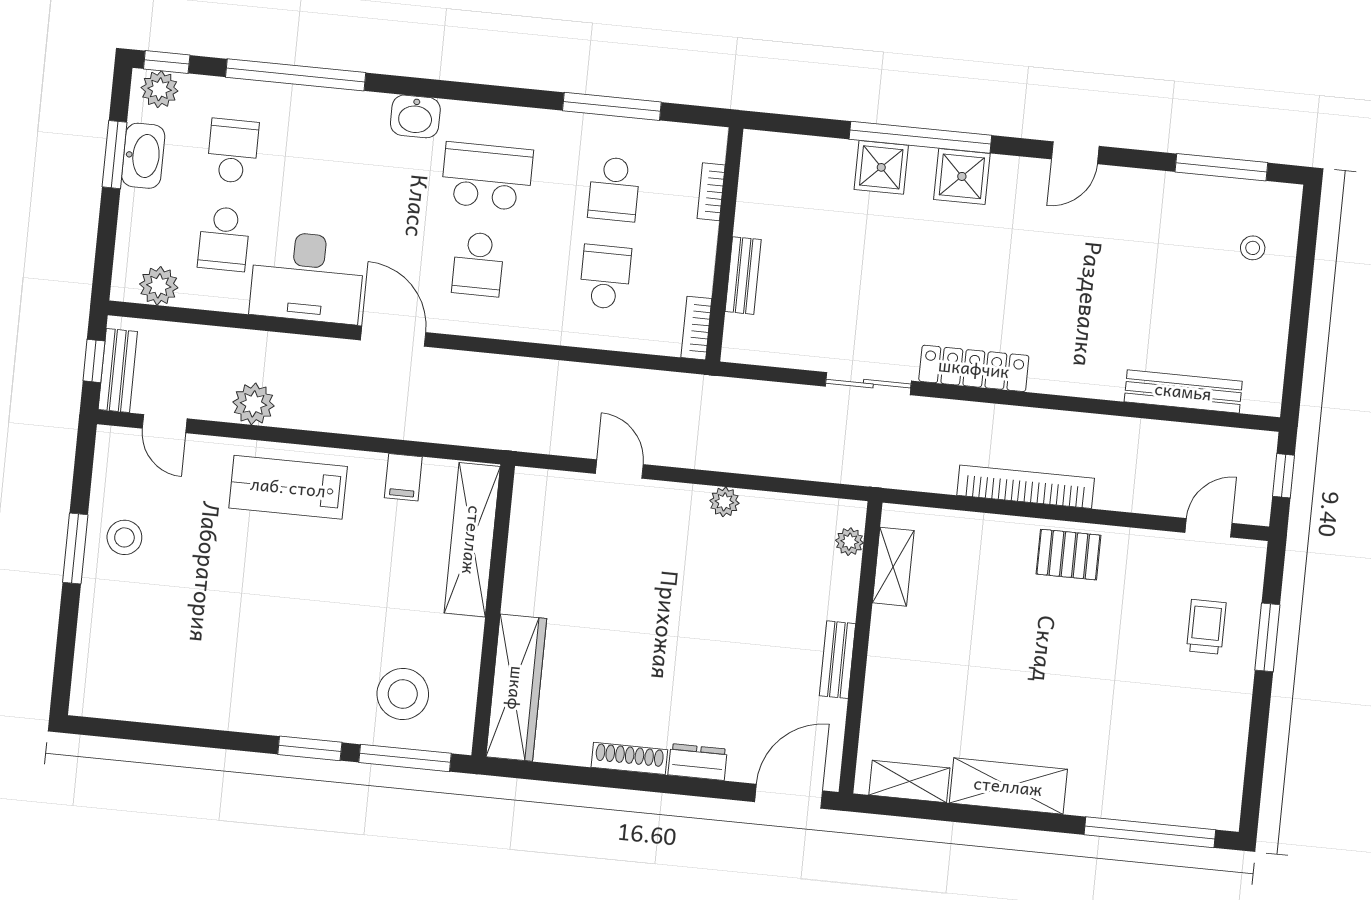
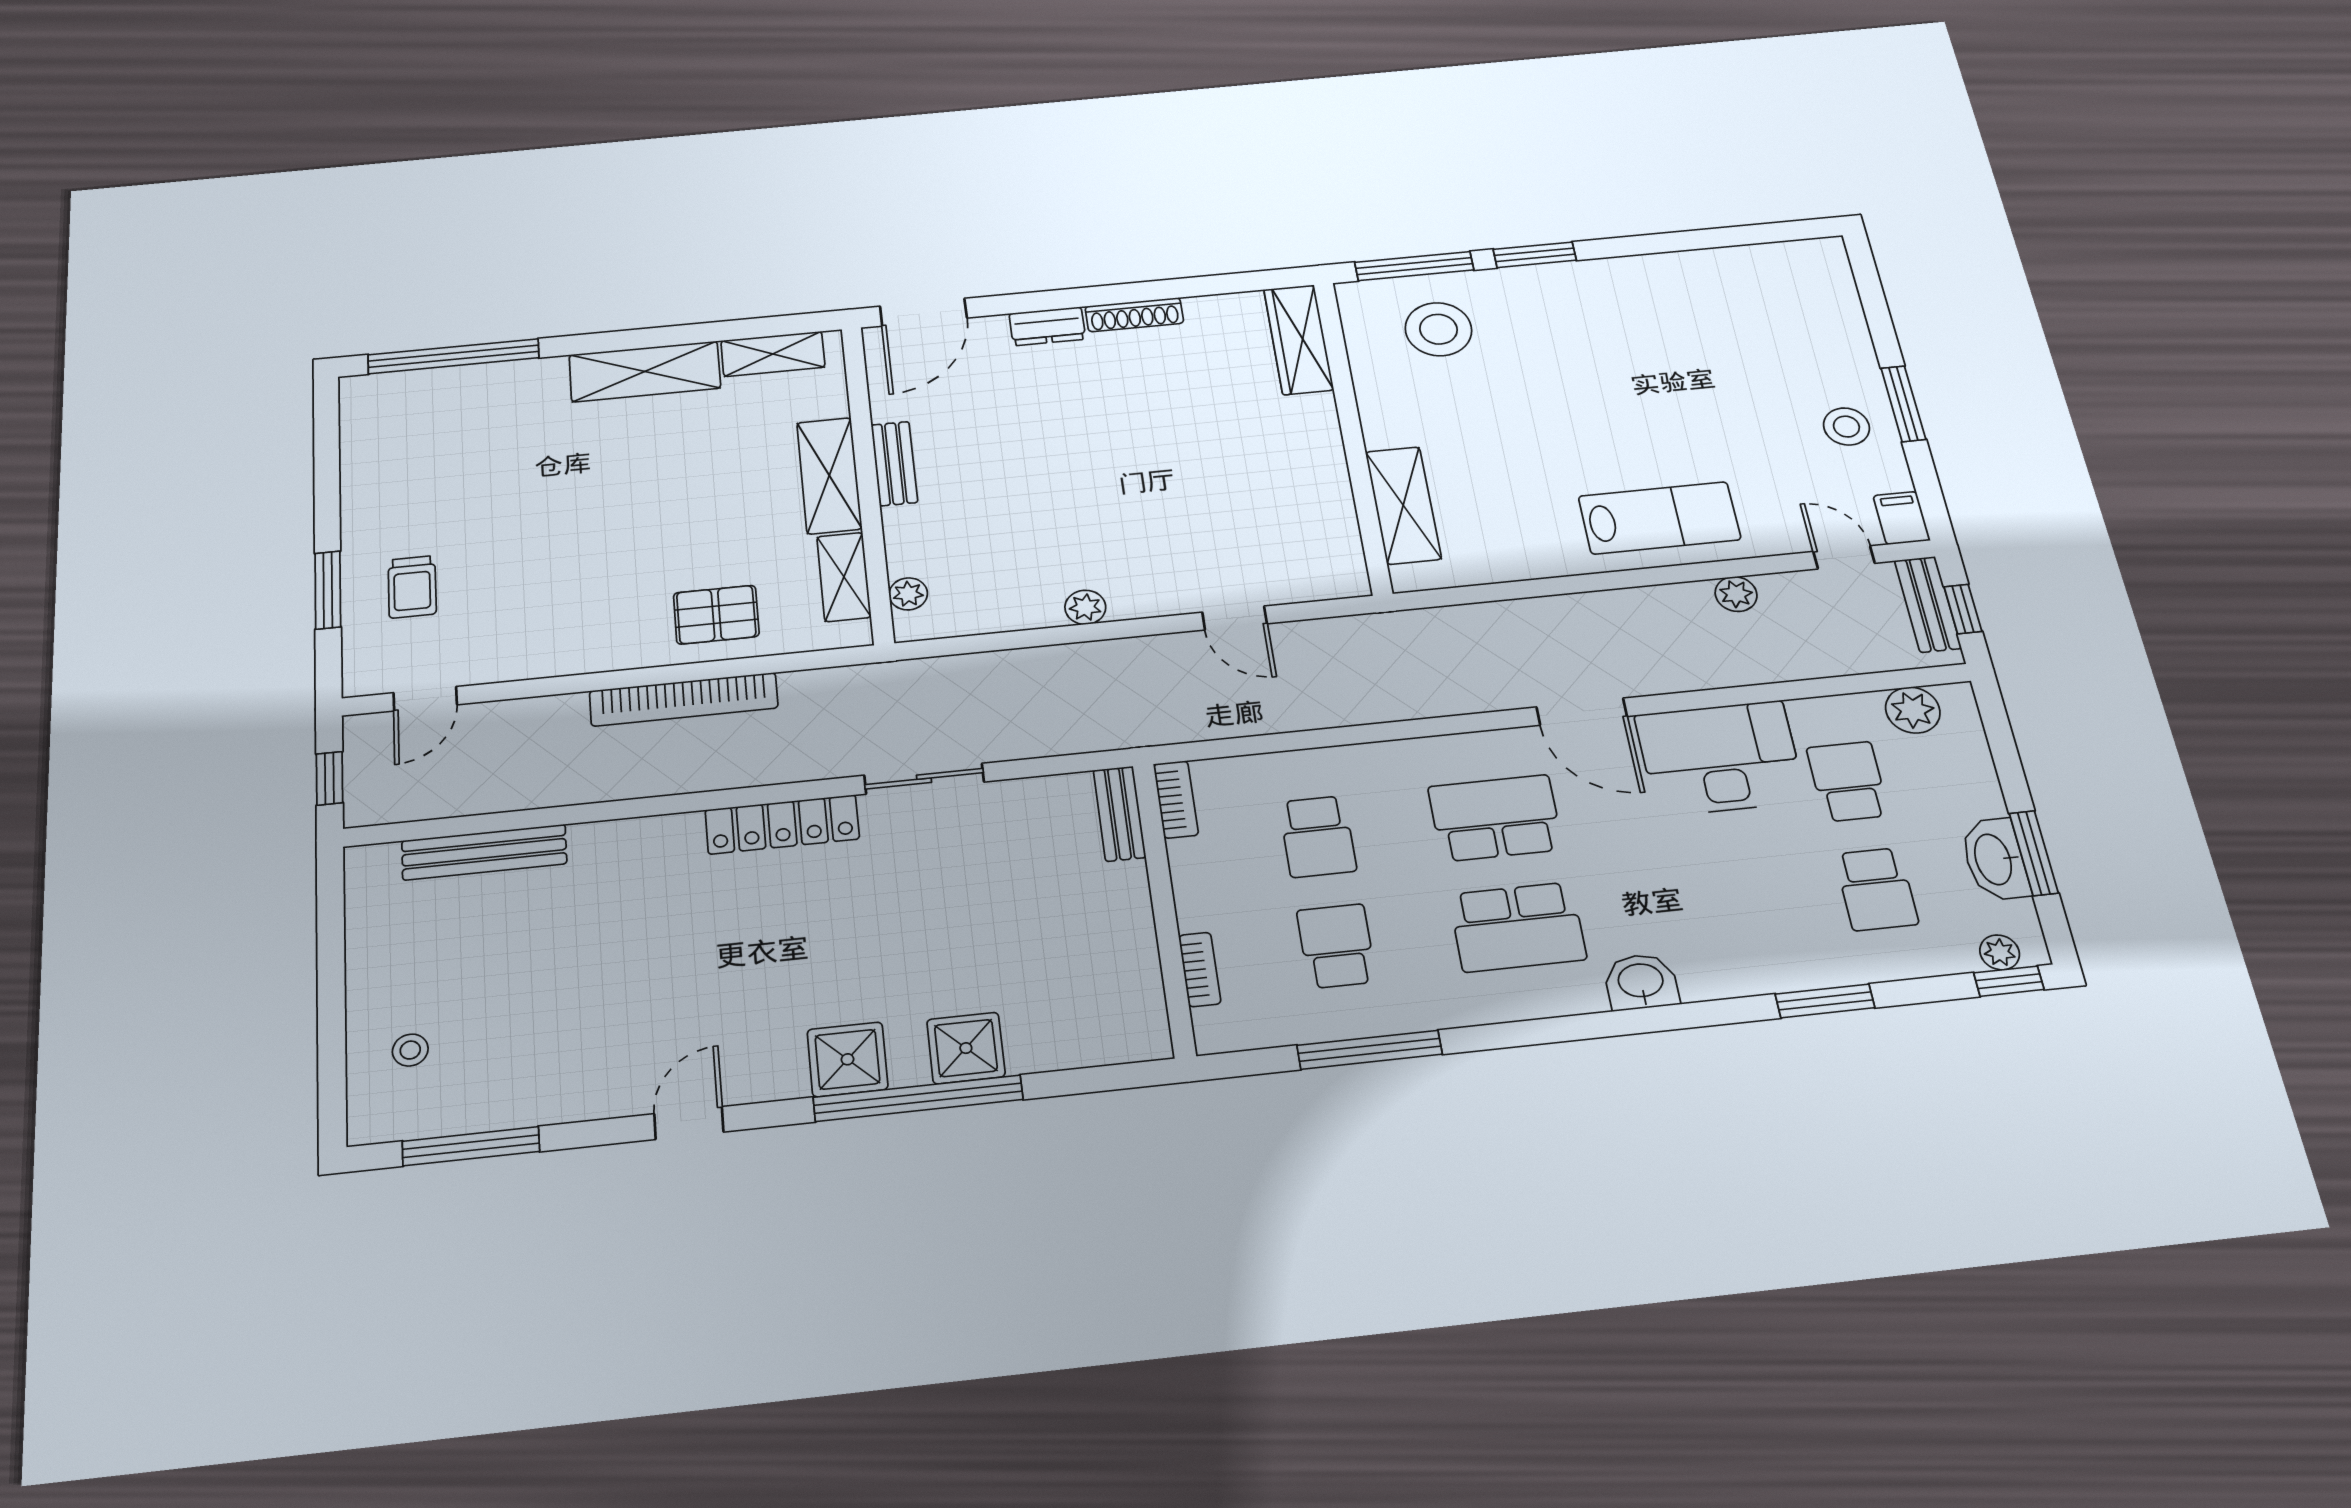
window: (296, 75) -> (1825, 1001), width x0.47
plant: (160, 89) -> (2000, 952), width x0.73, depth x0.73
school desk: (478, 264) -> (1495, 818), width x1.85
bench: (743, 276) -> (1119, 814), moved
plant: (254, 404) -> (1736, 594), width x0.73, depth x0.73
filing cabinet: (403, 477) -> (1902, 518), moved
shelving: (472, 540) -> (1403, 505), width x0.68
pallet: (1068, 555) -> (716, 615), moved
shelving: (887, 659) -> (829, 476), added
wardrobe: (516, 688) -> (1299, 339), width x0.71, depth x0.85

